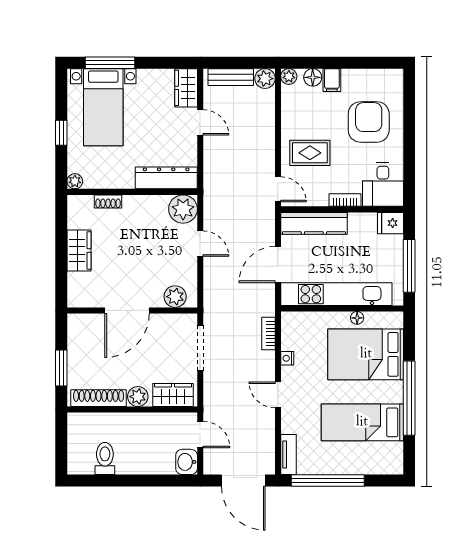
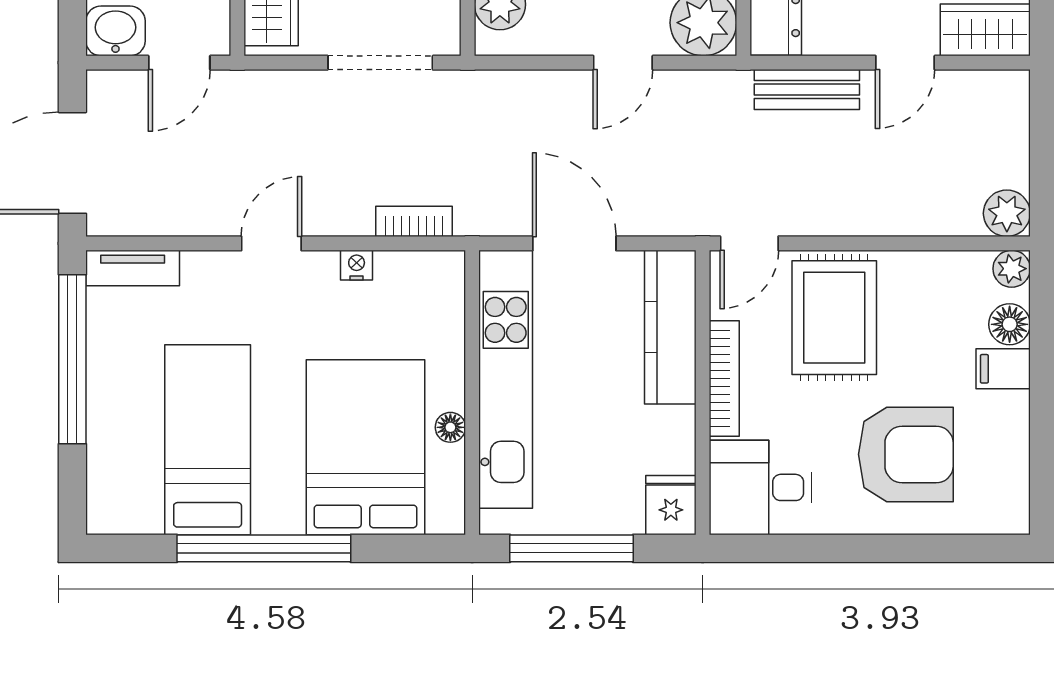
bench: (231, 77) -> (807, 90), moved, turned 90
rug: (310, 153) -> (834, 318), width x1.36, depth x1.43
bookcase: (345, 200) -> (724, 379), width x1.56

